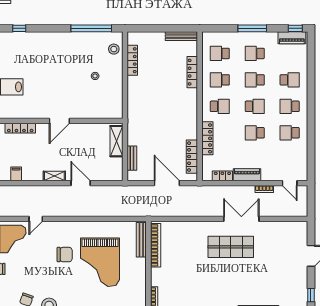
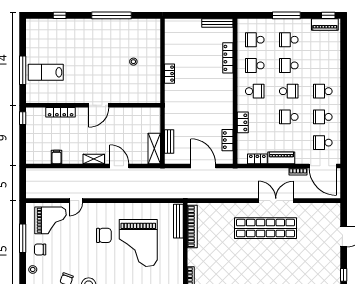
window: (91, 28) -> (111, 15), moved
stool: (114, 49) -> (152, 35), removed
locker: (132, 60) -> (170, 74), moved, width x0.66
school desk: (290, 80) -> (323, 143), moved, turned 180
locker: (207, 138) -> (243, 122), width x0.66
shelving: (116, 141) -> (154, 148), moved
locker: (192, 157) -> (228, 140), width x0.66
door: (290, 183) -> (323, 166), width x1.88
shop shelf: (231, 247) -> (266, 228), width x1.40

